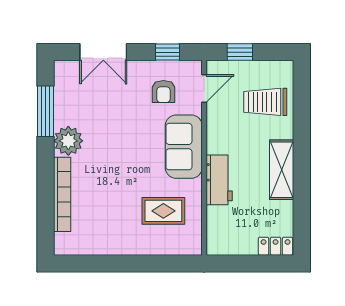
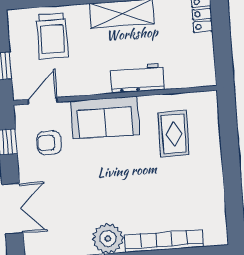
door: (204, 88) -> (43, 101), hinge flipped
armchair: (164, 92) -> (49, 143), turned 180

